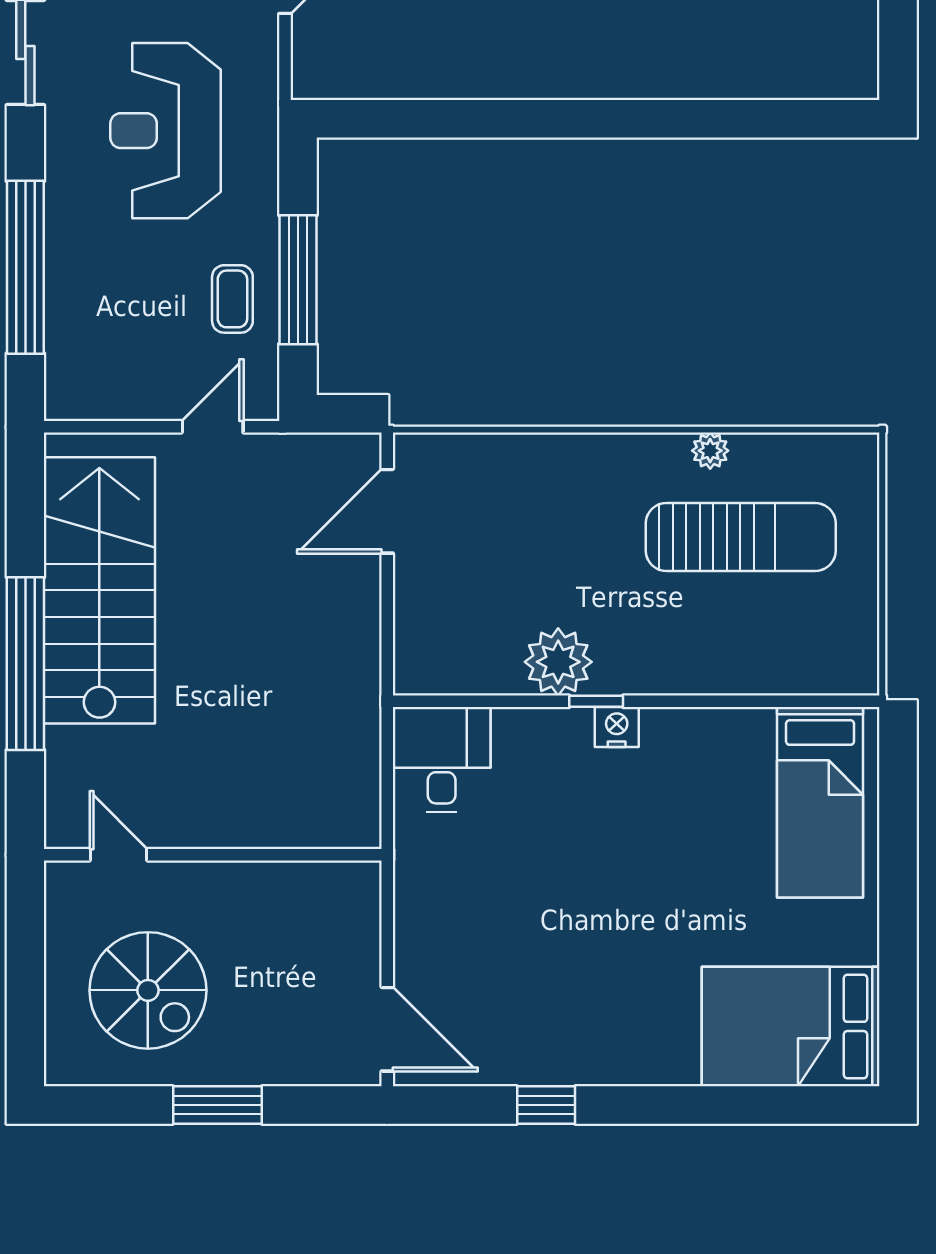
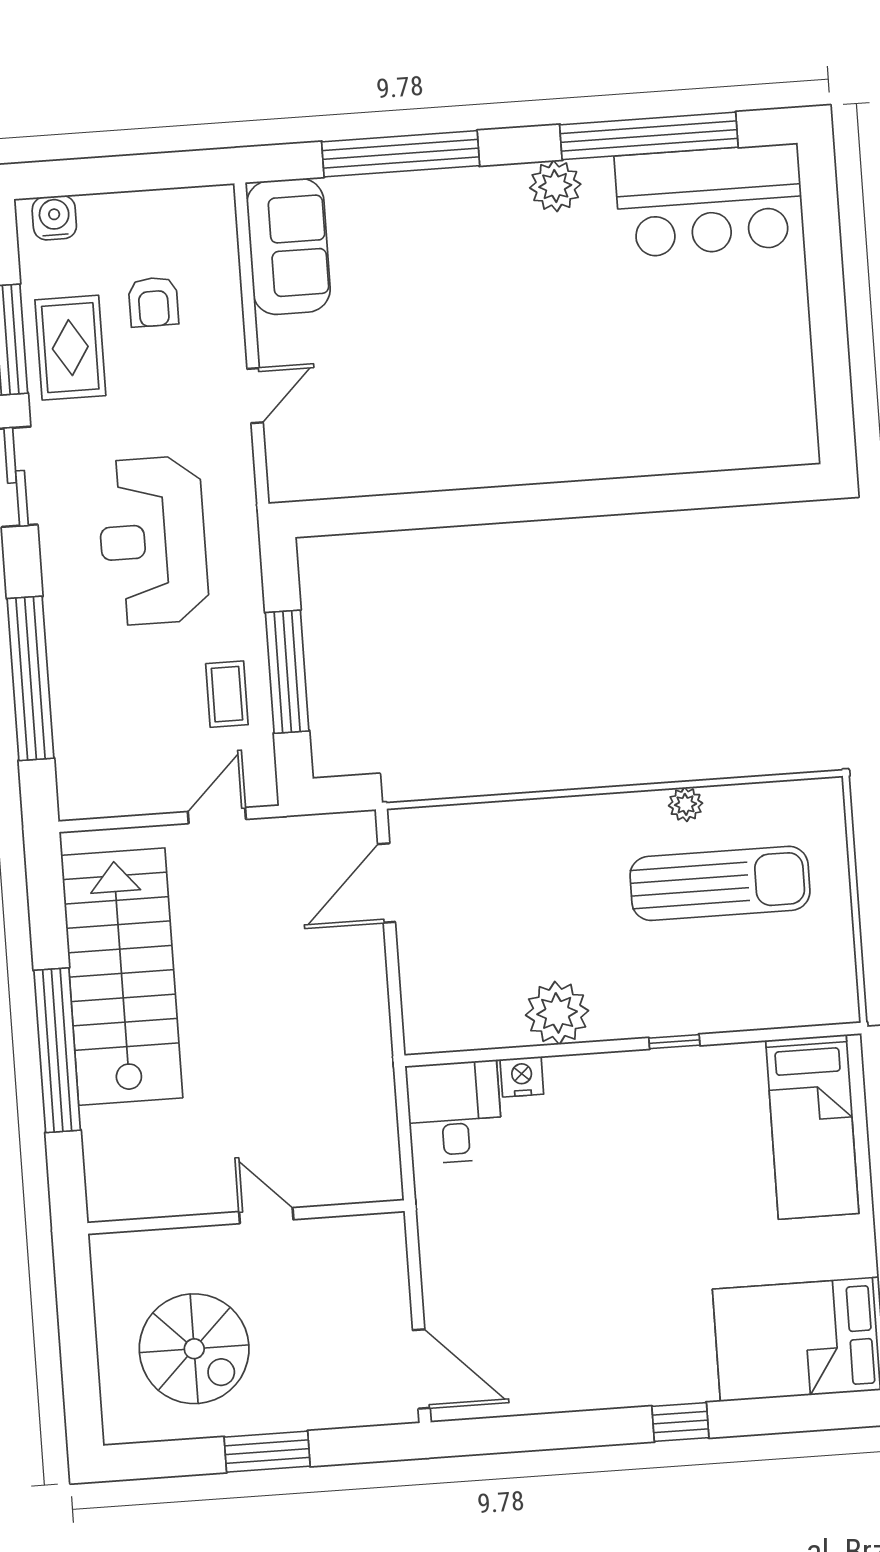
window: (596, 701) -> (674, 1042), moved
nightstand: (617, 727) -> (522, 1077), moved
door: (118, 855) -> (266, 1216), moved
window: (546, 1105) -> (680, 1422), moved

